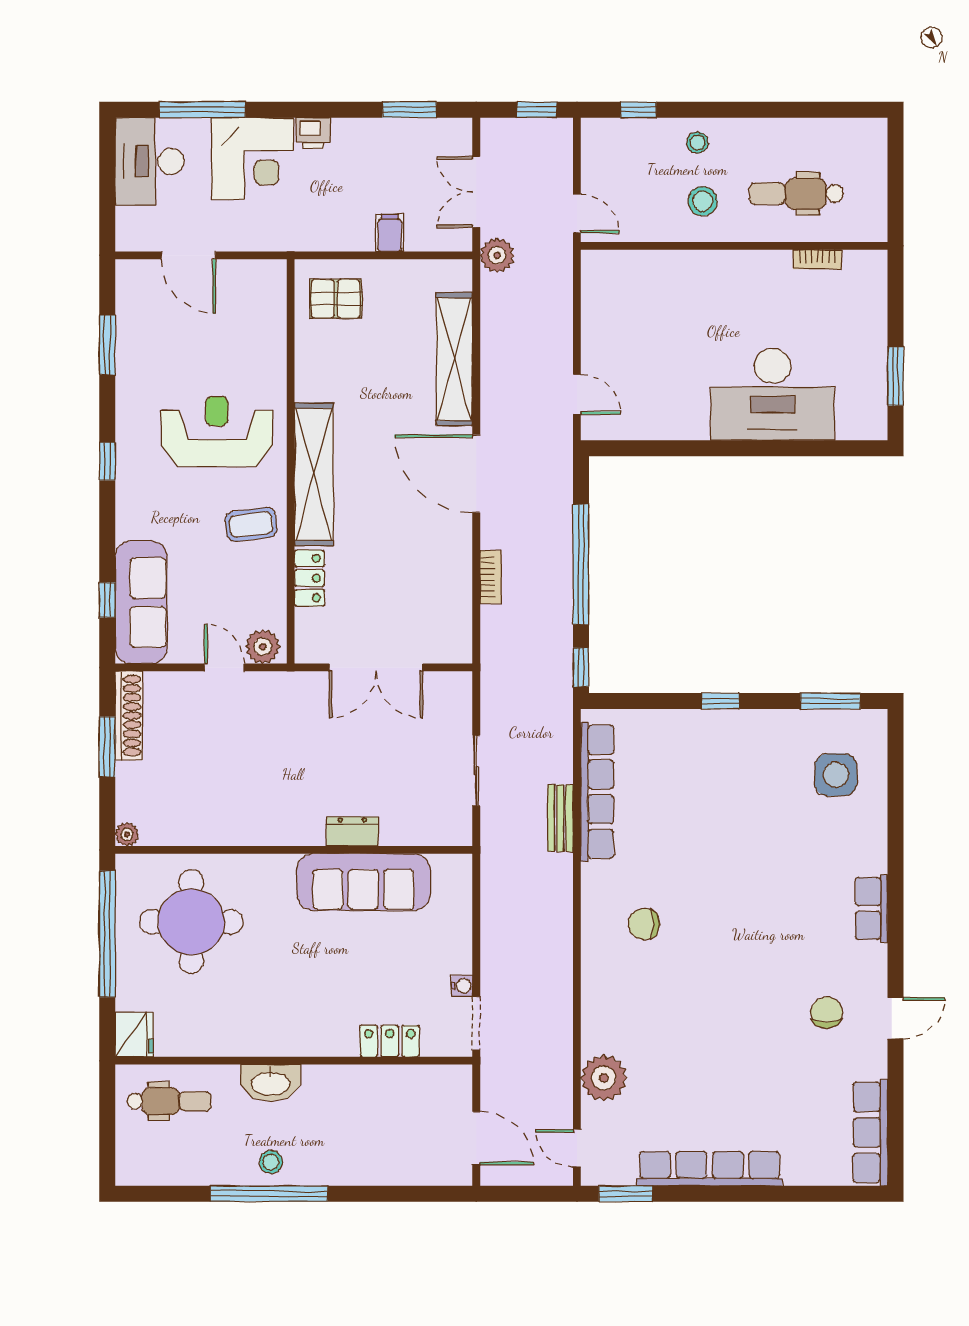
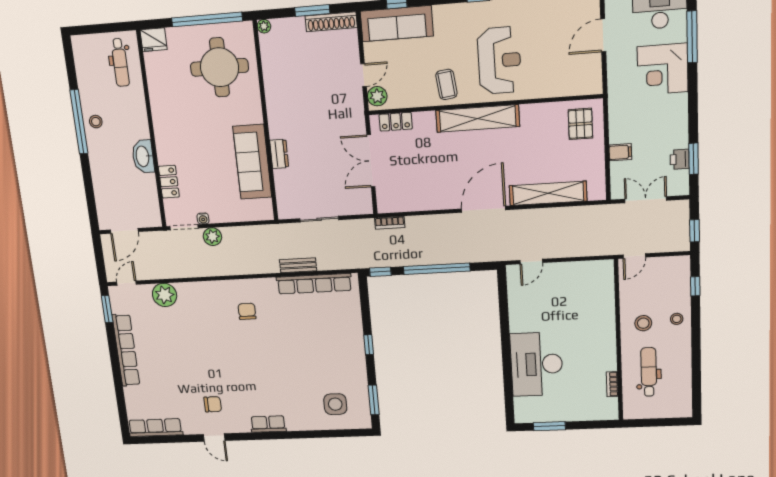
printer: (313, 133) -> (680, 159), moved
plant: (497, 255) -> (212, 237), moved
bookcase: (491, 577) -> (390, 223), moved
locker: (309, 578) -> (396, 122), moved
washbasin: (271, 1083) -> (143, 156), moved

